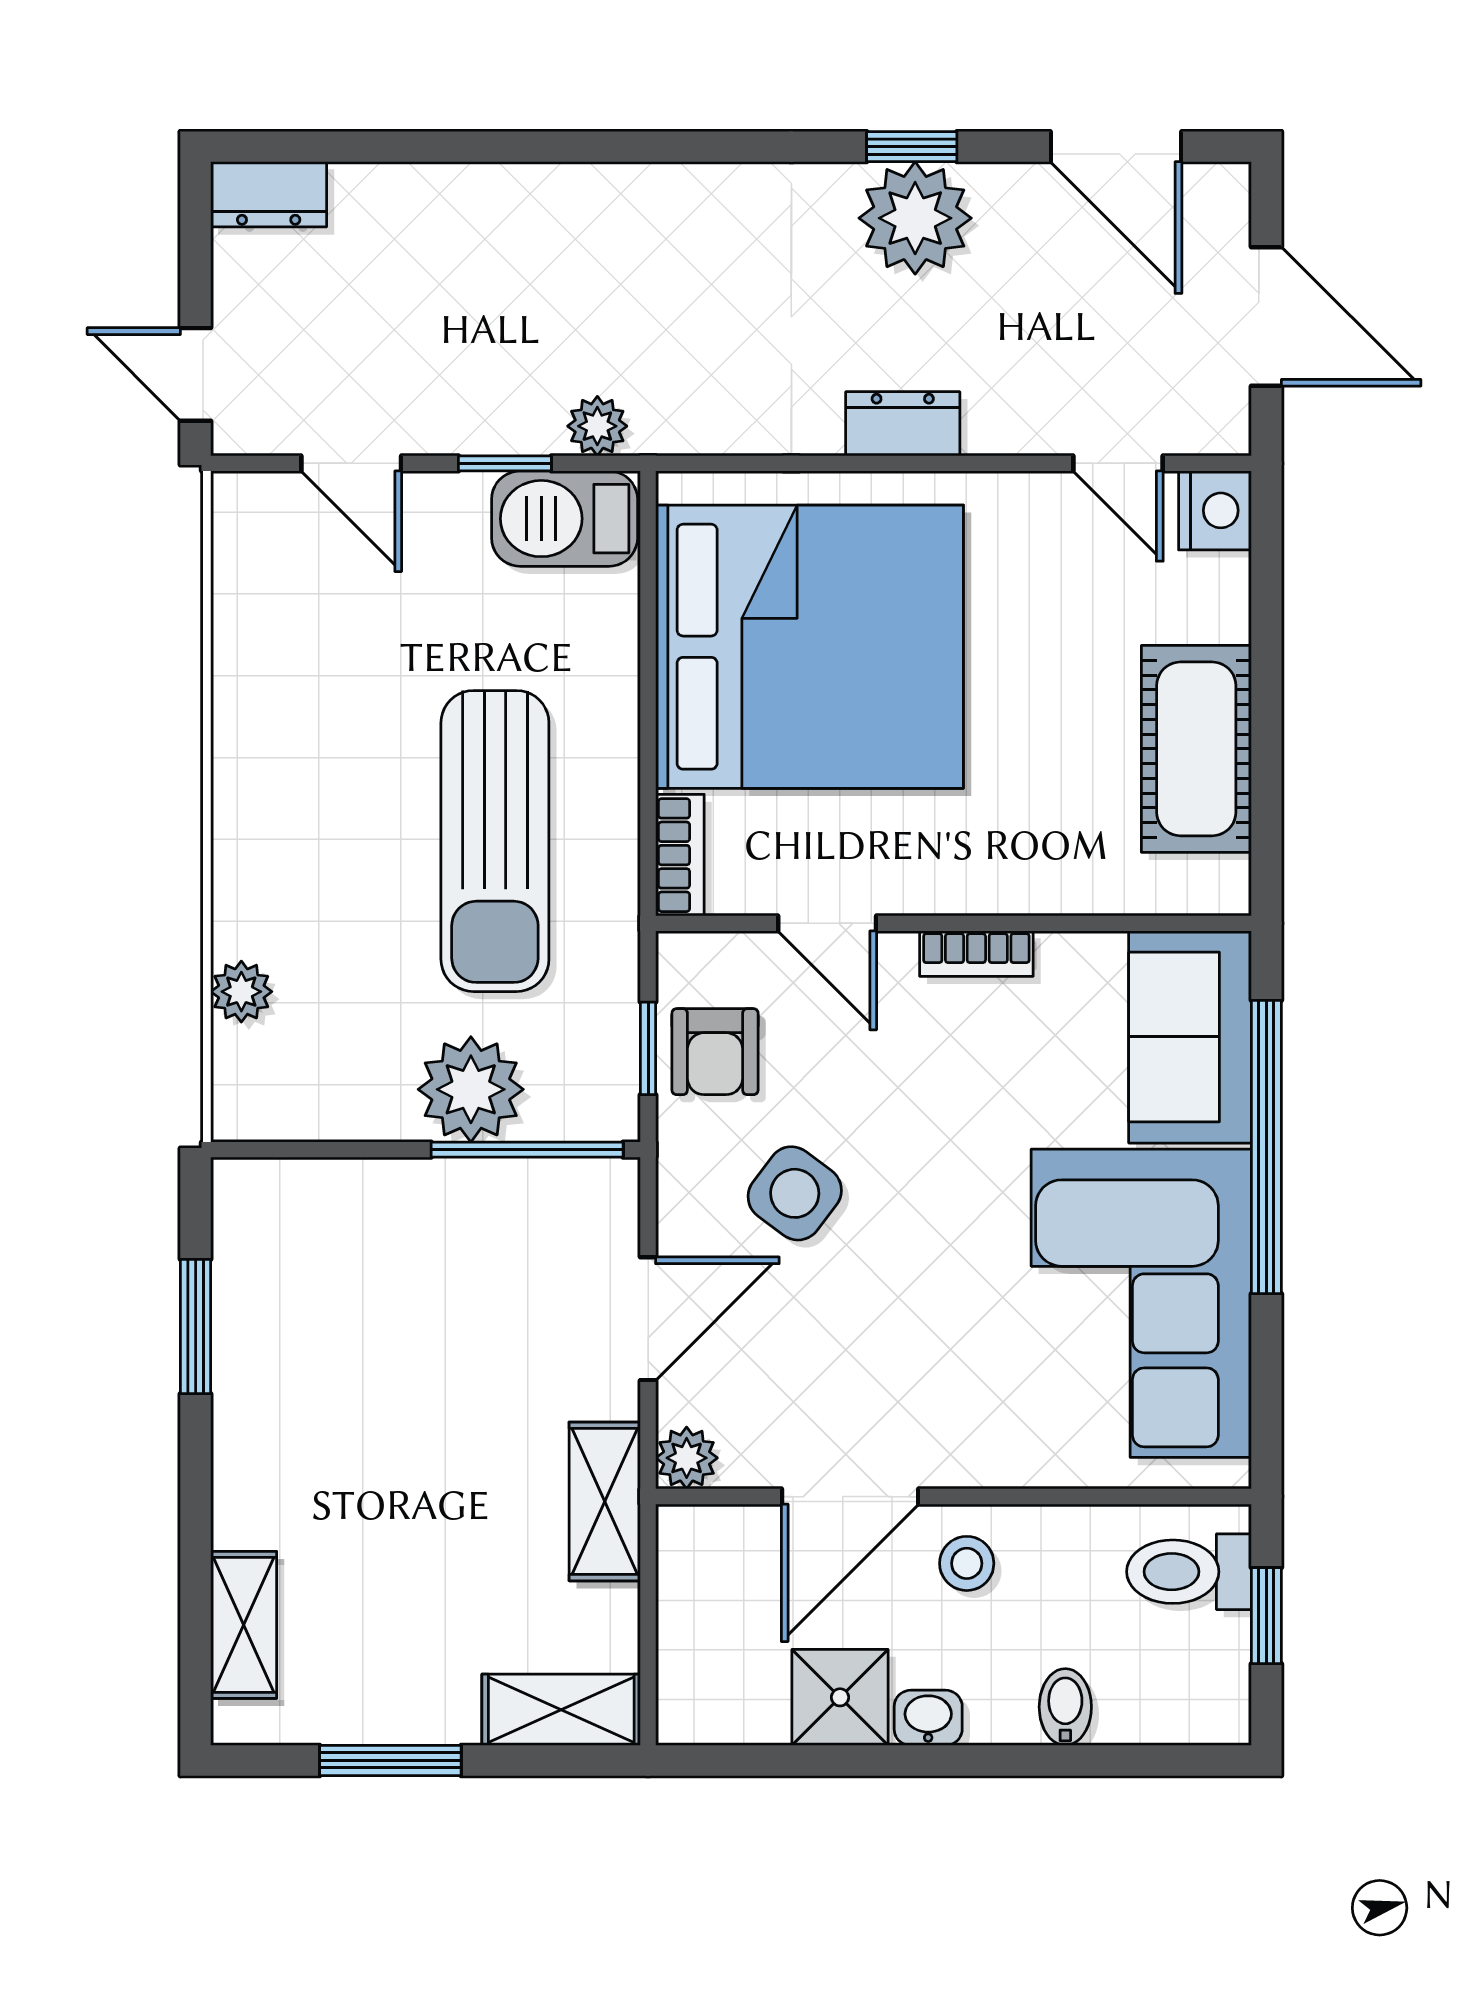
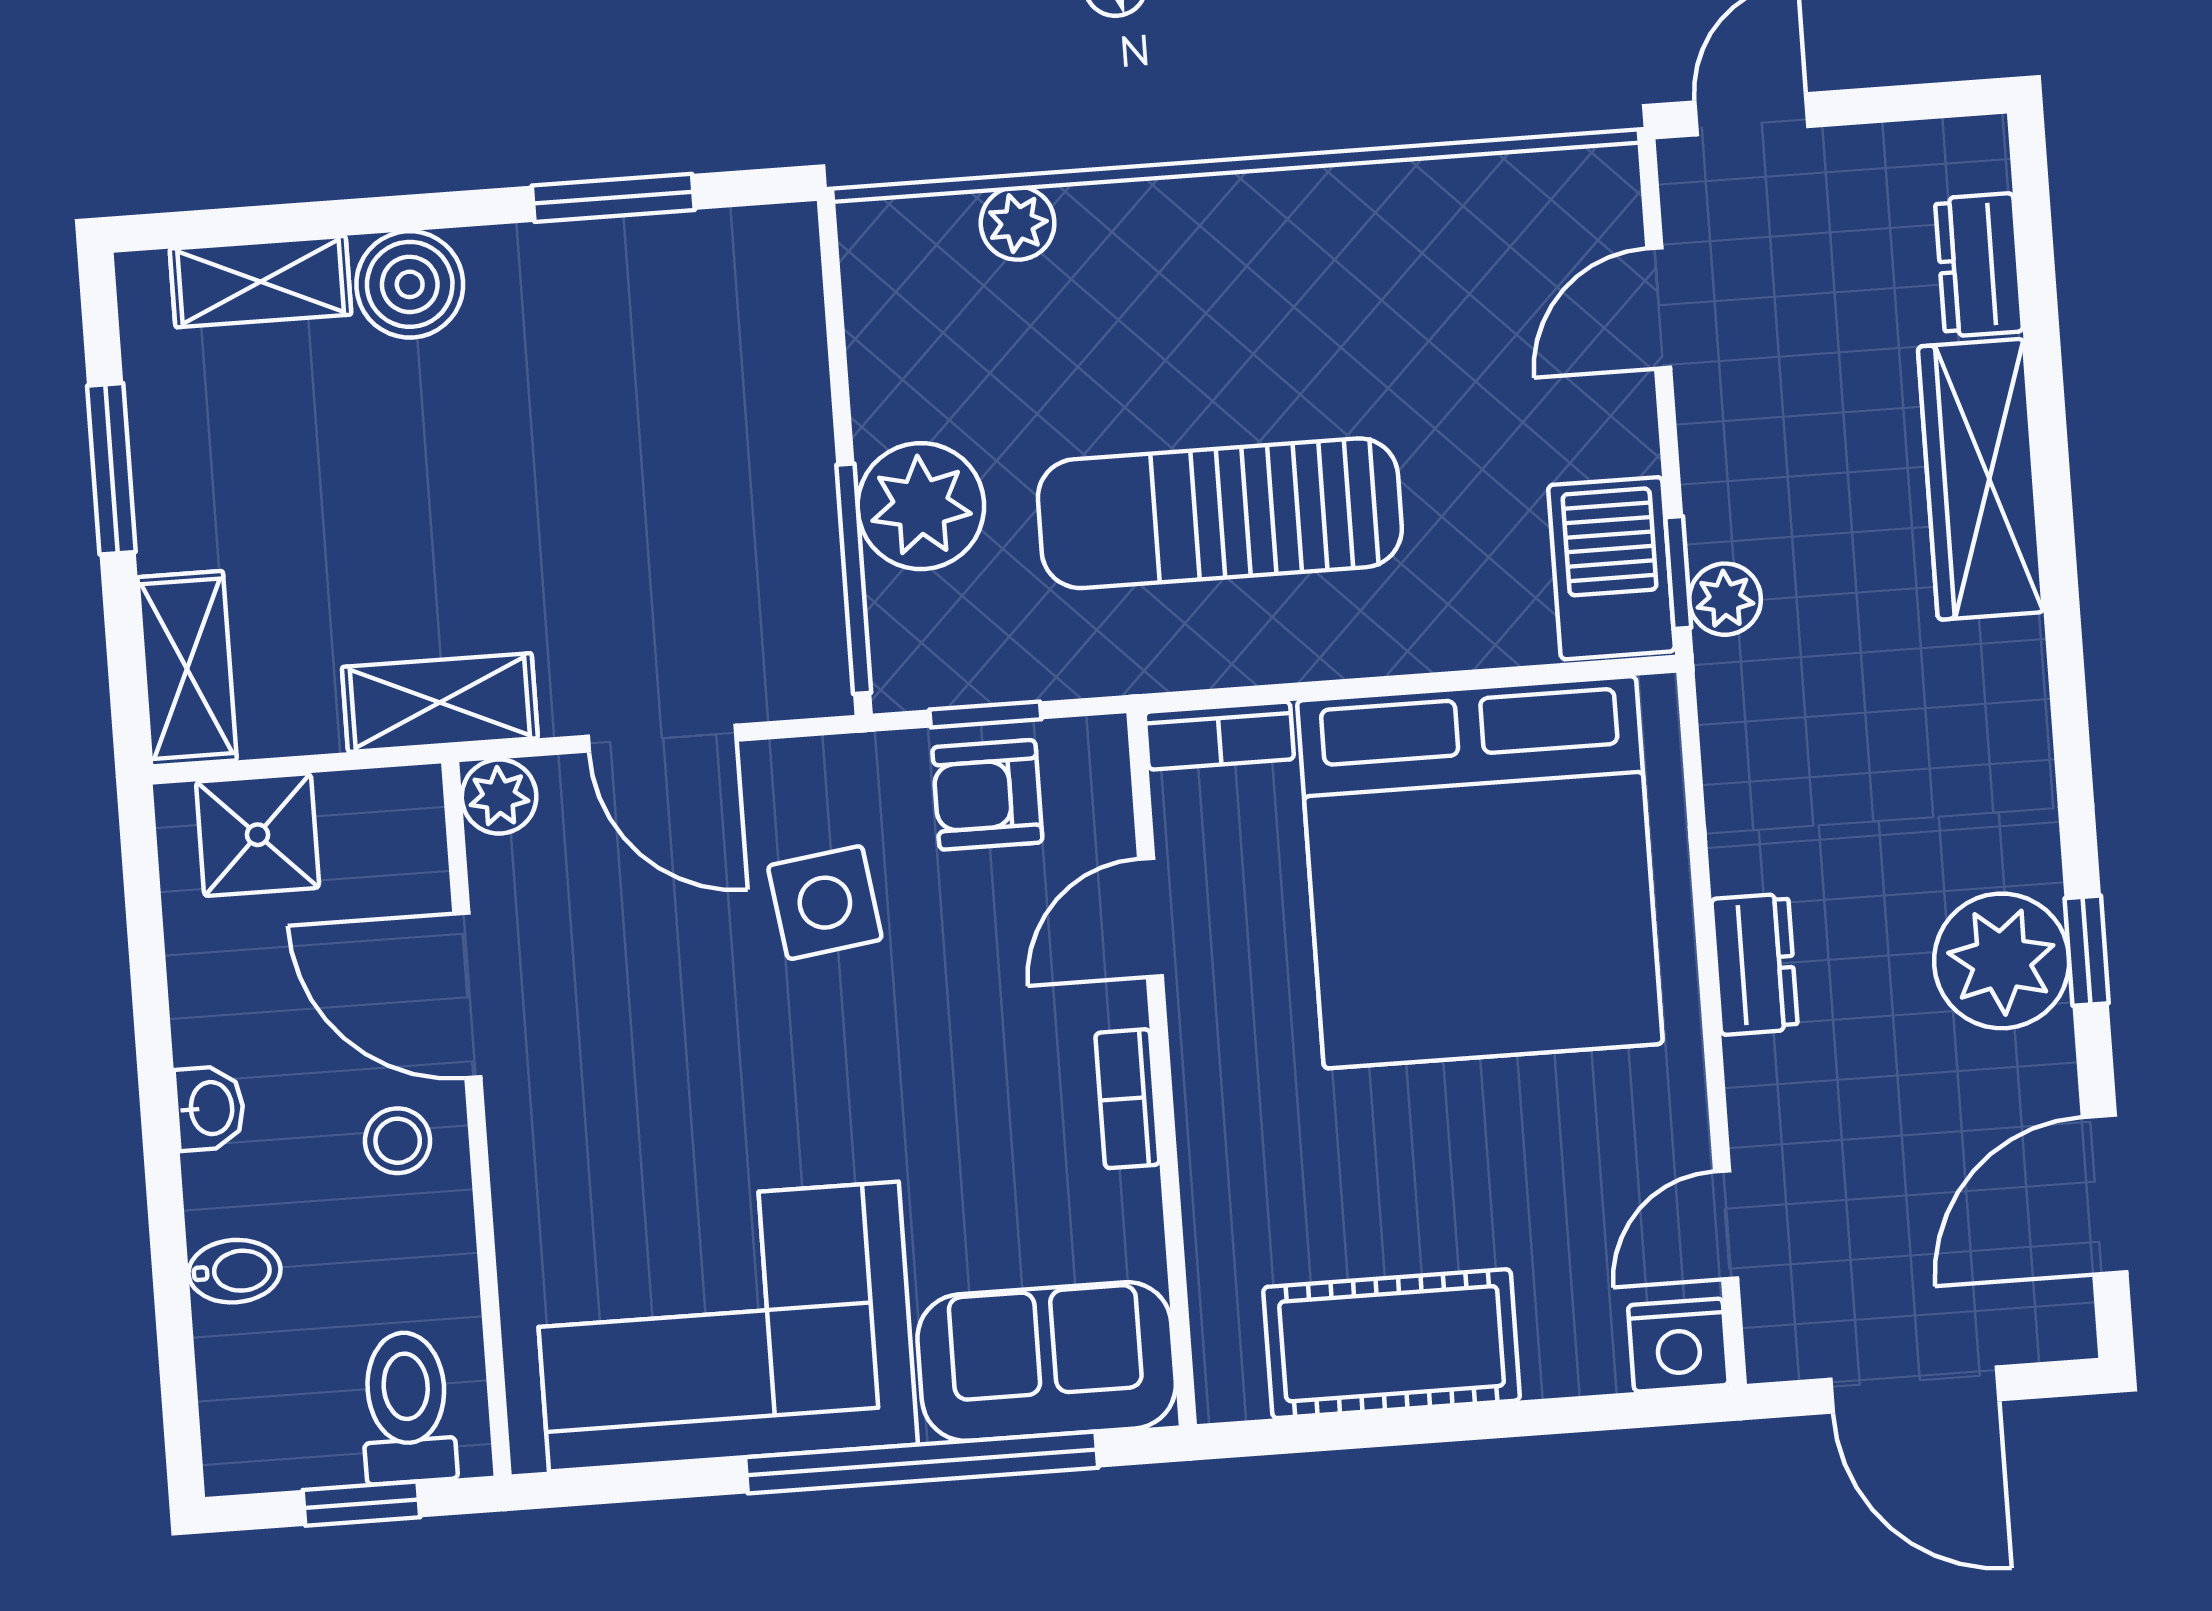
dresser: (269, 194) -> (1979, 265), moved
wardrobe: (513, 206) -> (1981, 479), added
door: (1266, 316) -> (1915, 1390), hinge flipped
window: (505, 463) -> (1678, 572), moved
side table: (795, 1193) -> (825, 903), turned 45
boiler: (255, 1501) -> (410, 284), added
shower: (840, 1697) -> (258, 835), moved

